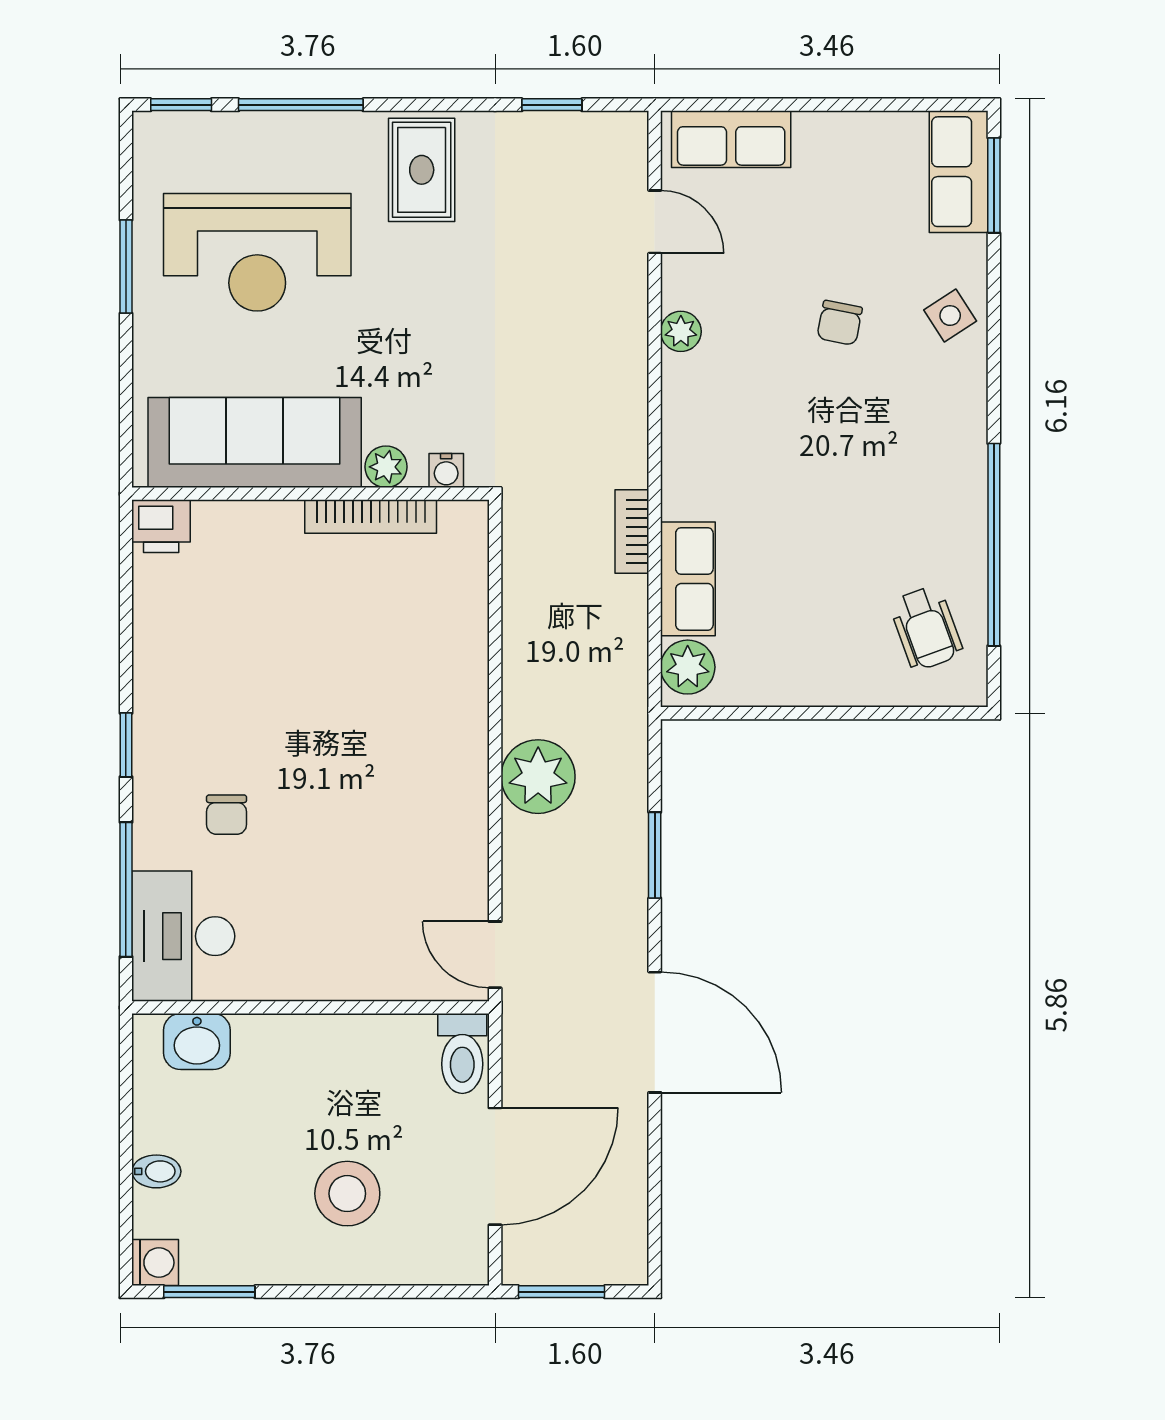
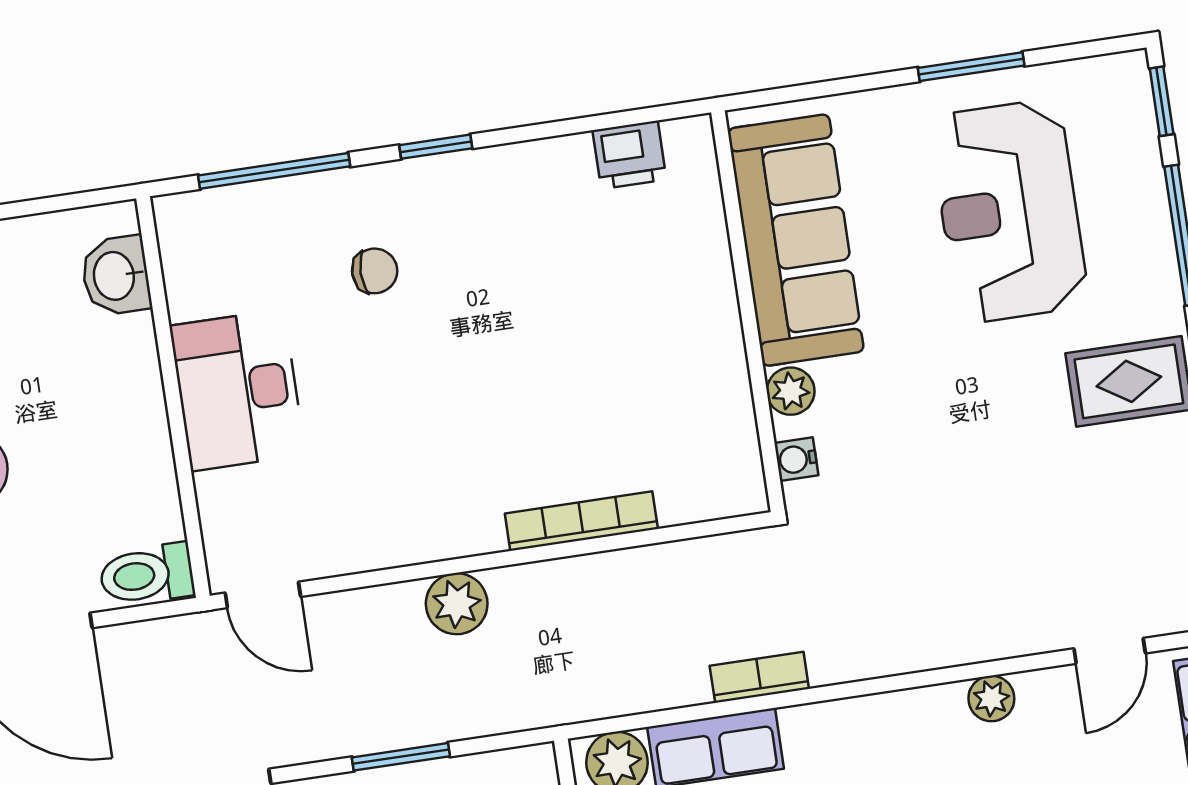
bookcase: (371, 517) -> (581, 521), moved, turned 90
printer: (161, 526) -> (629, 155), moved, turned -90
plant: (538, 777) -> (457, 604), width x0.73, depth x0.73
chair: (227, 815) -> (375, 271), turned 180
desk: (183, 936) -> (237, 390), moved, turned -90
door: (495, 955) -> (263, 595), swing flipped

